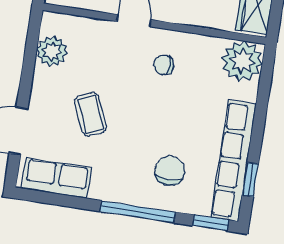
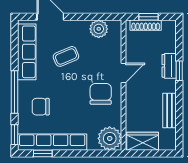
chair: (164, 65) -> (101, 94), width x1.87, depth x1.87
chair: (170, 171) -> (41, 107), turned 180
row of seats: (57, 178) -> (27, 52), width x1.48

